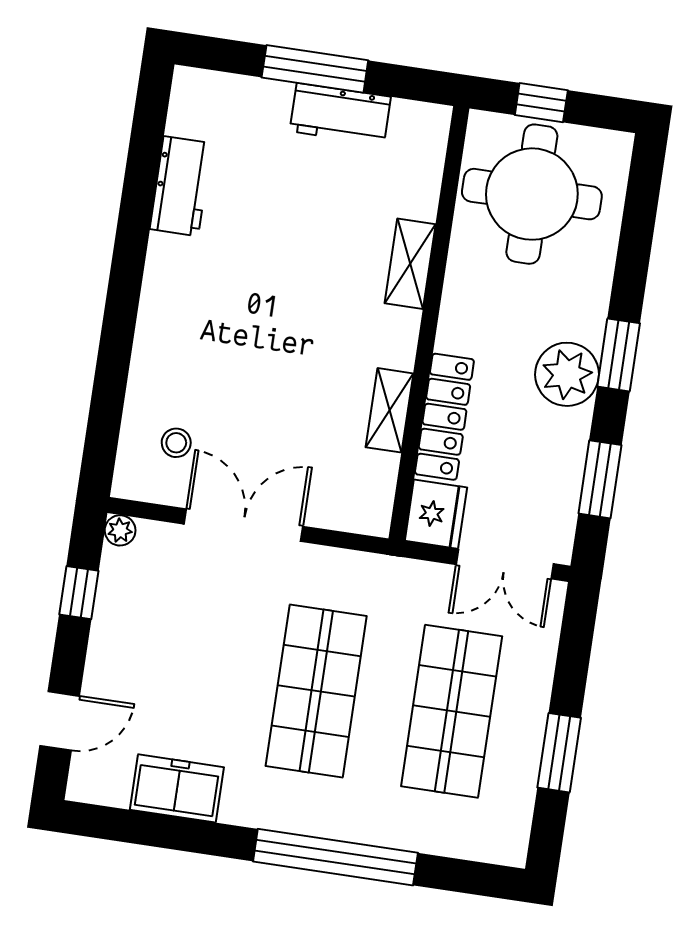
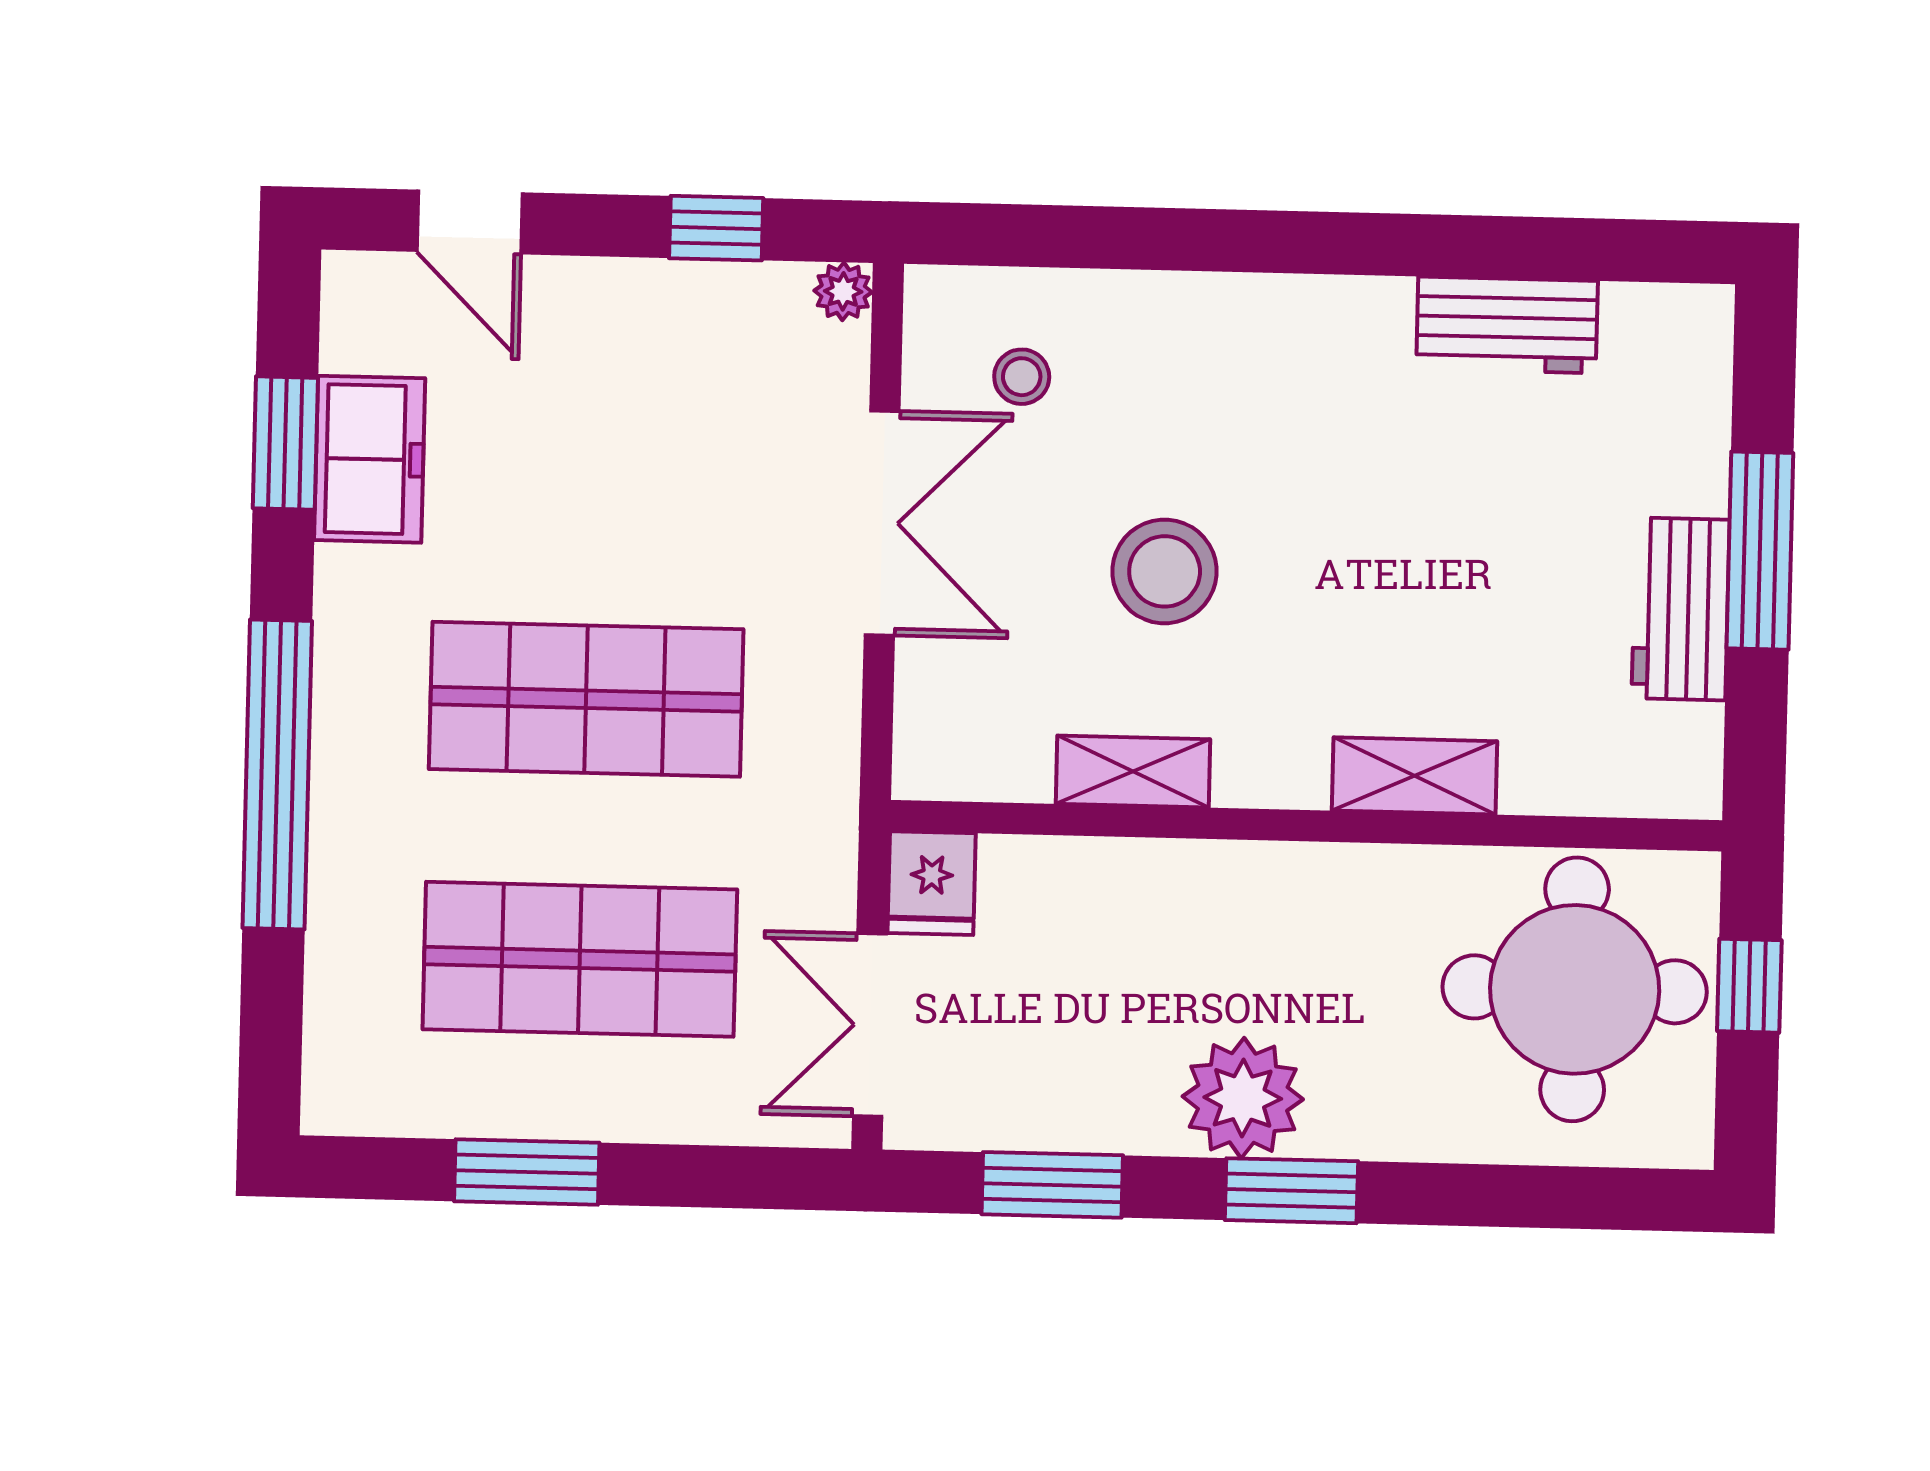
stool: (287, 381) -> (1165, 571), added
locker: (444, 417) -> (1134, 877), removed
fridge: (436, 514) -> (932, 883), width x0.72
window: (163, 831) -> (285, 443), added

